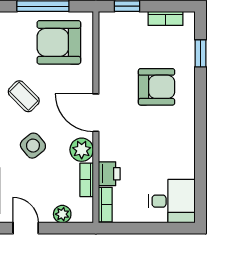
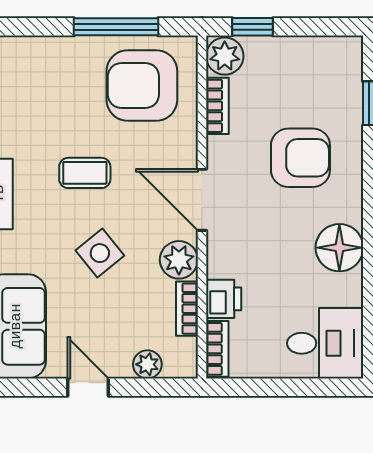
bookcase: (166, 18) -> (217, 106), moved, turned -90
plant: (110, 24) -> (225, 56), added
coffee table: (24, 96) -> (85, 173), turned -45
floor lamp: (181, 142) -> (339, 248), added

